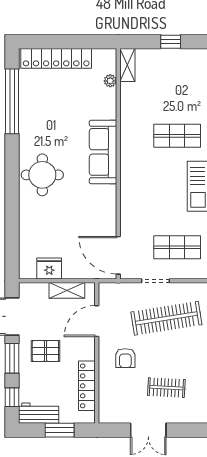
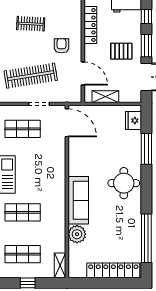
shop shelf: (177, 80) -> (23, 254), added
plant: (110, 81) -> (77, 234), moved, width x1.87, depth x1.87
window: (12, 221) -> (146, 149), added
fridge: (49, 269) -> (134, 121), moved, turned 90
door: (97, 321) -> (83, 74), hinge flipped

